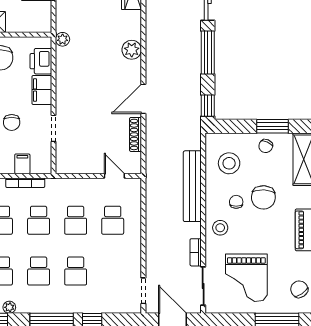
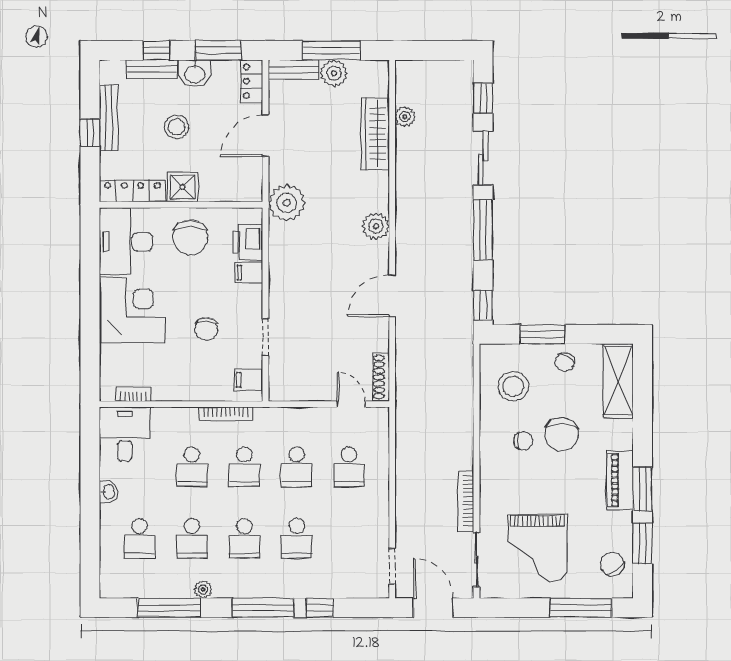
plant: (63, 39) -> (287, 203), width x1.87, depth x1.87
filing cabinet: (42, 90) -> (249, 273), width x0.50
window: (273, 126) -> (543, 334), moved
shoe rack: (135, 134) -> (381, 377), moved
filing cabinet: (22, 164) -> (248, 380), moved, turned -90
bench: (192, 186) -> (461, 419), removed
chair: (236, 202) -> (523, 441), turned 90
stool: (220, 228) -> (501, 477), removed
bookcase: (196, 252) -> (466, 501), width x1.56

